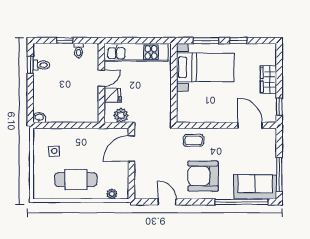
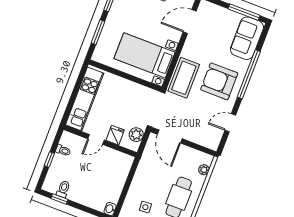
bed with nightstands: (205, 67) -> (145, 55), moved, turned -90
door: (101, 78) -> (96, 139), swing flipped
coffee table: (193, 140) -> (184, 78), width x1.86, depth x1.72
armchair: (203, 176) -> (219, 81), turned 90
window: (241, 202) -> (249, 74), moved

